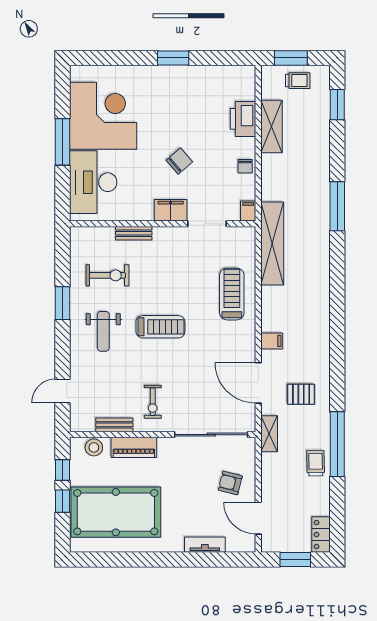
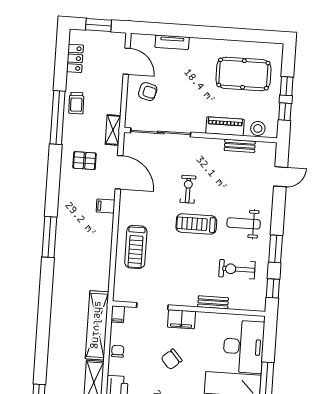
window: (337, 206) -> (49, 237), moved
shelving: (272, 244) -> (97, 325), moved
window: (62, 255) -> (273, 288), added
weight bench: (103, 331) -> (244, 223), turned -90
exercise bike: (153, 402) -> (188, 189), moved
pool table: (116, 512) -> (243, 74), width x0.73, depth x0.76
locker: (321, 535) -> (75, 58), moved

